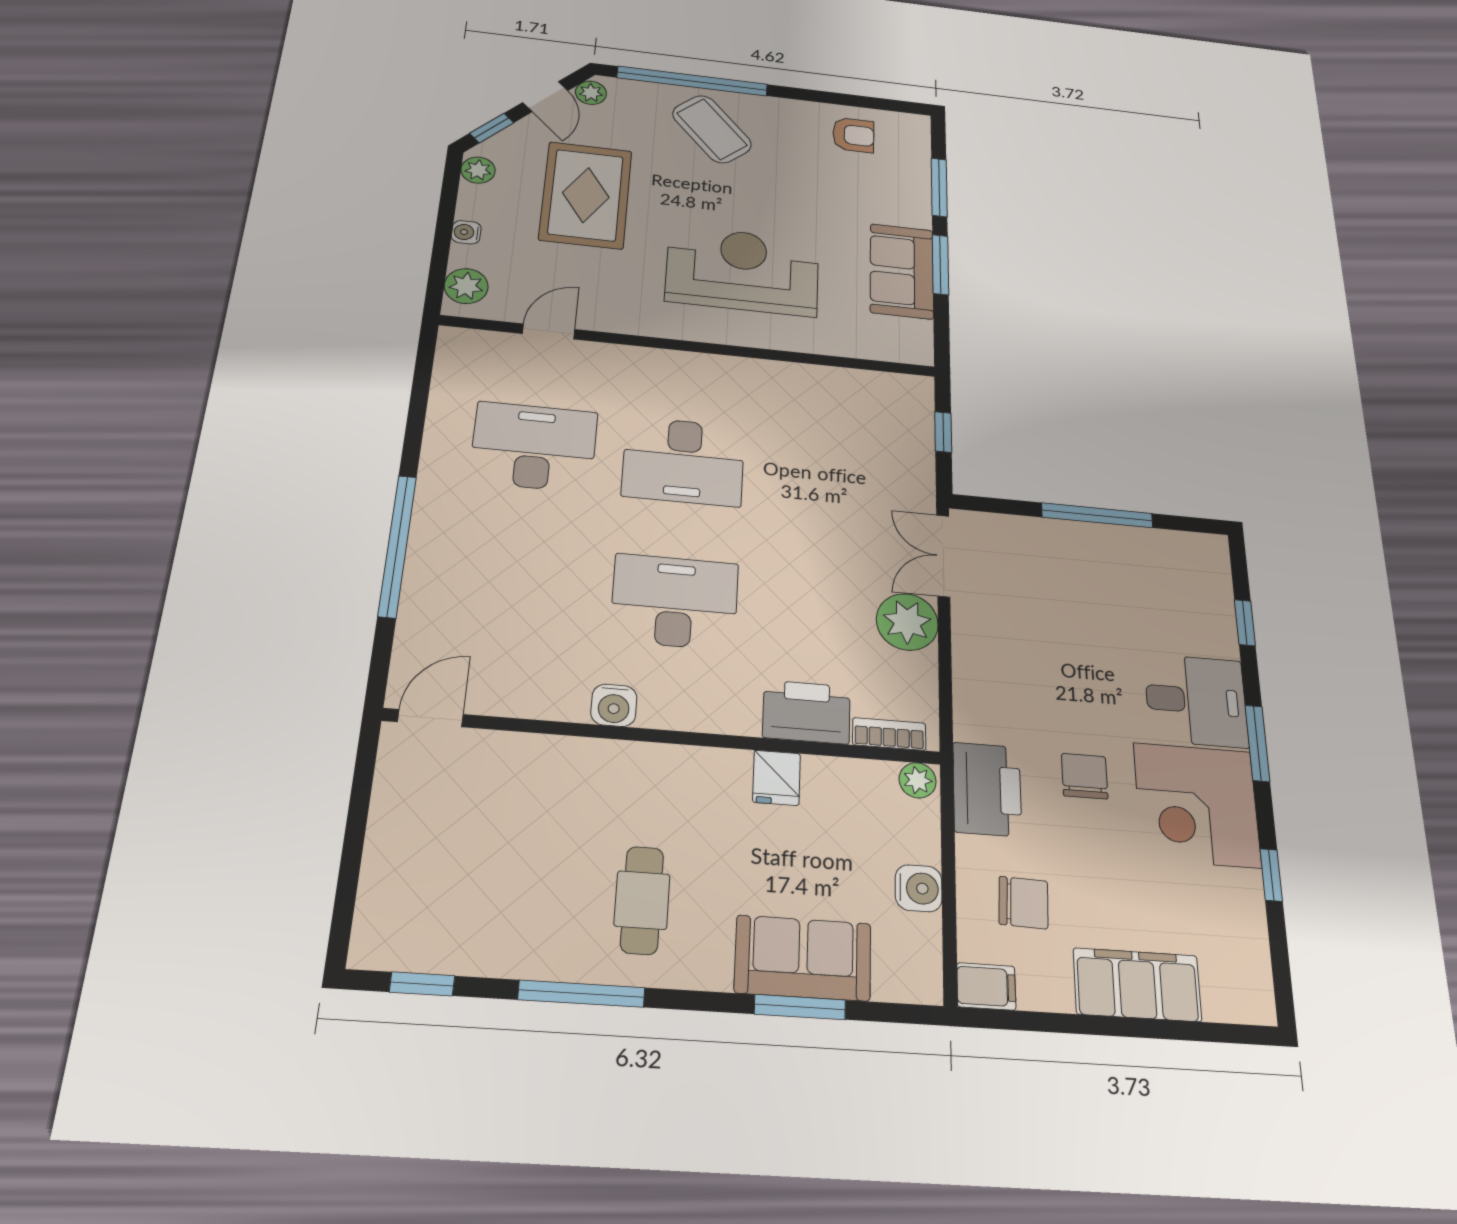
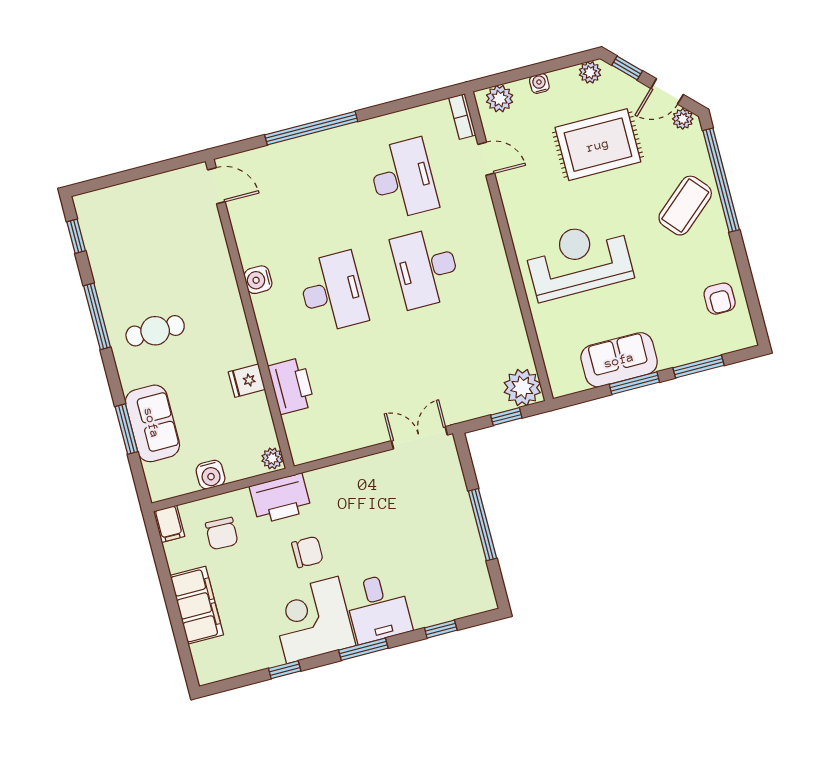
reception desk: (743, 271) -> (579, 260), turned -90
plant: (907, 622) -> (522, 388), moved
bookcase: (889, 734) -> (462, 117), moved, turned 180

